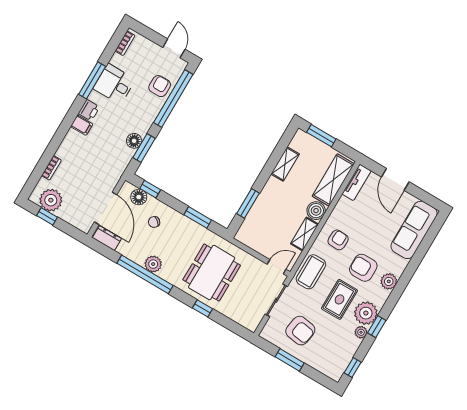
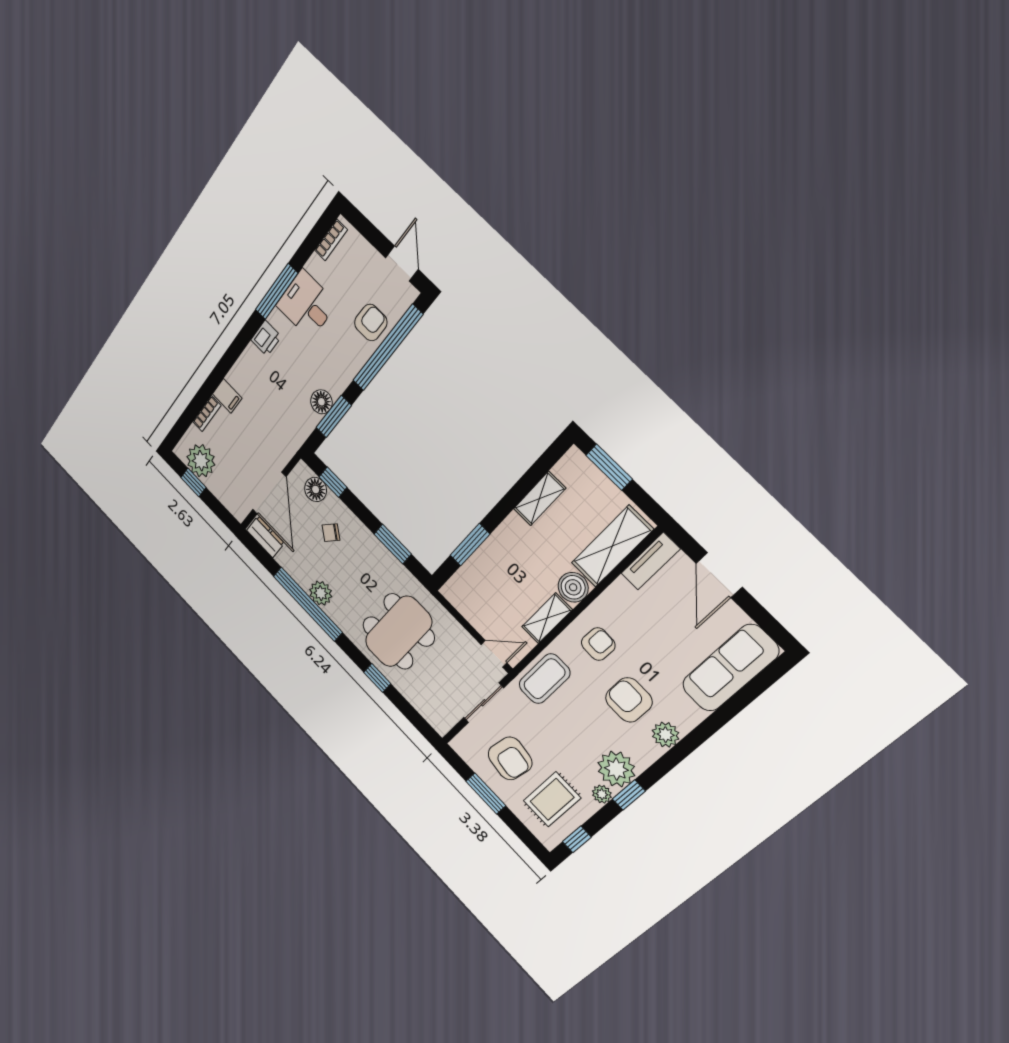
filing cabinet: (82, 125) -> (227, 396), moved
rug: (339, 299) -> (552, 799), moved

